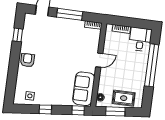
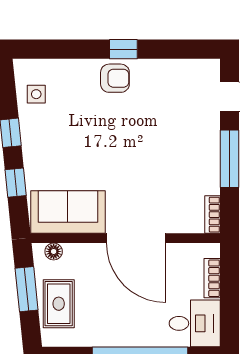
window: (18, 35) -> (123, 49), moved
door: (99, 60) -> (136, 238), width x1.88
window: (78, 110) -> (16, 183), moved

